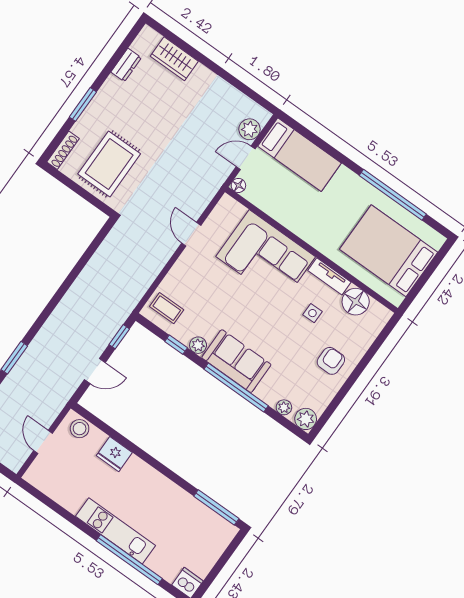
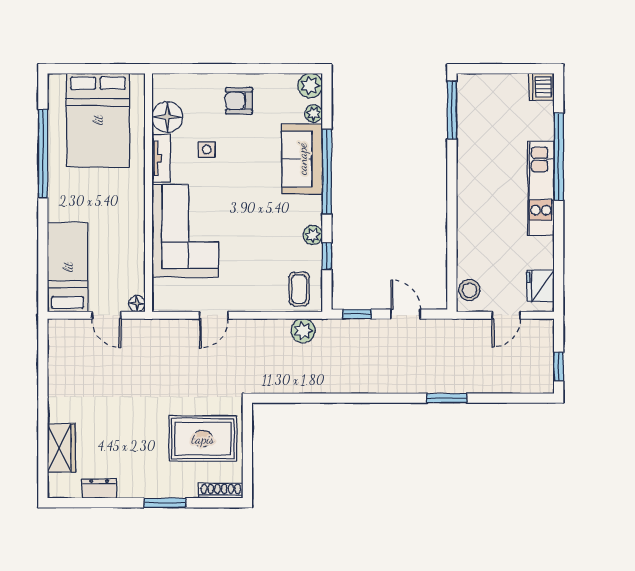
plant: (250, 129) -> (303, 331), moved
sofa: (236, 361) -> (302, 159), moved
fridge: (114, 454) -> (540, 286), moved, turned 180

